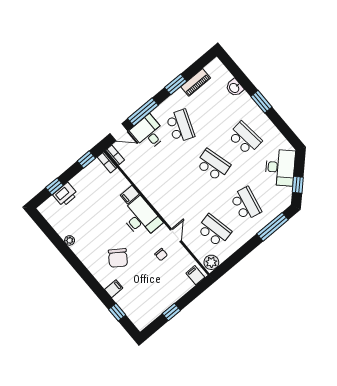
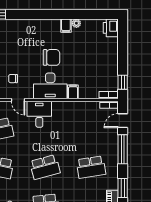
school desk: (180, 126) -> (91, 167), turned -30
desk: (148, 133) -> (39, 114), moved, turned -90
window: (54, 186) -> (123, 44), removed
printer: (65, 194) -> (111, 28), moved
chair: (118, 258) -> (52, 57), moved, turned 145
filing cabinet: (114, 289) -> (66, 26), moved

